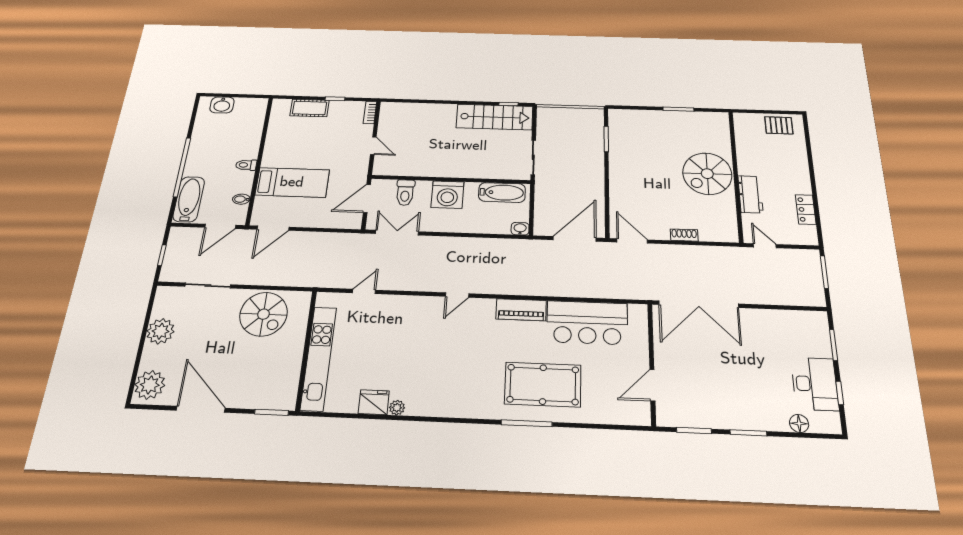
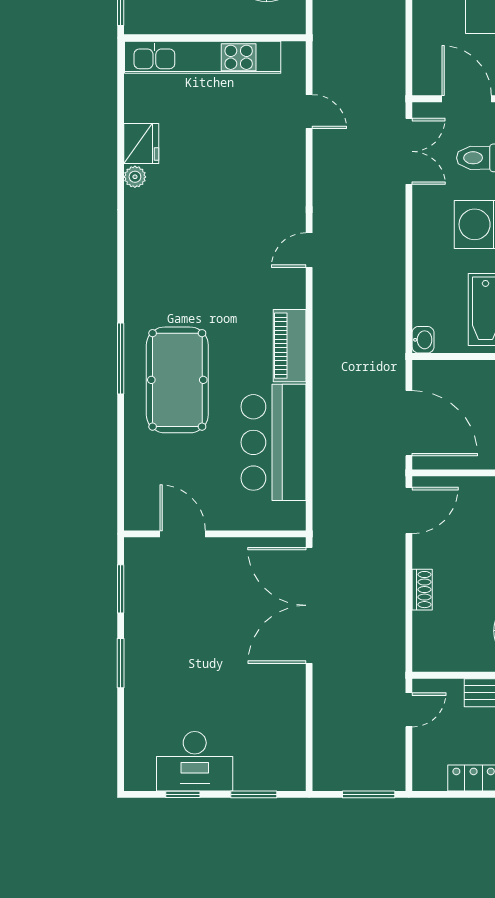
door: (457, 295) -> (309, 250), hinge flipped
floor lamp: (799, 423) -> (137, 734), removed

